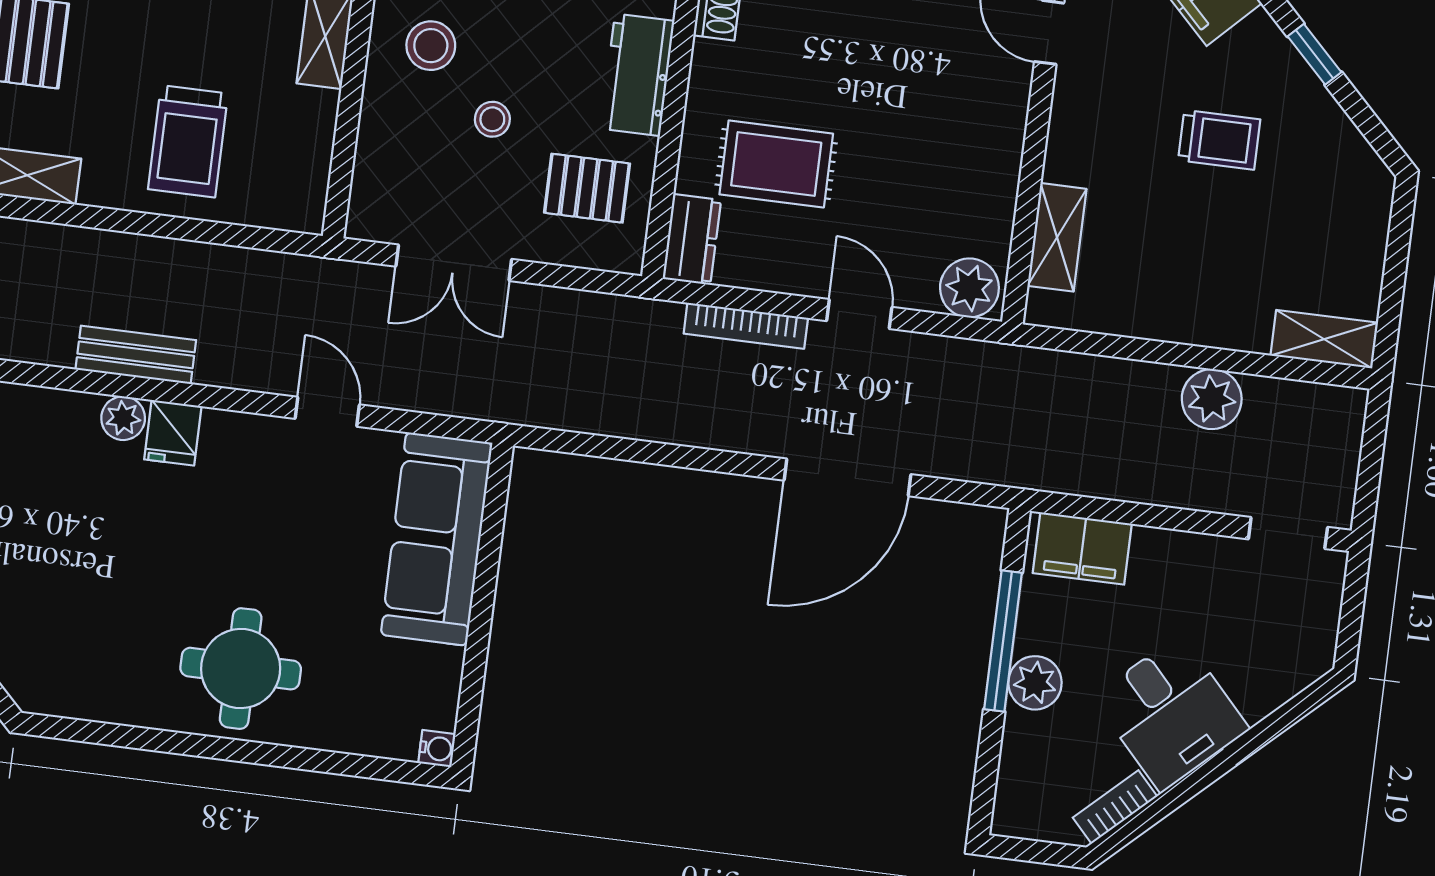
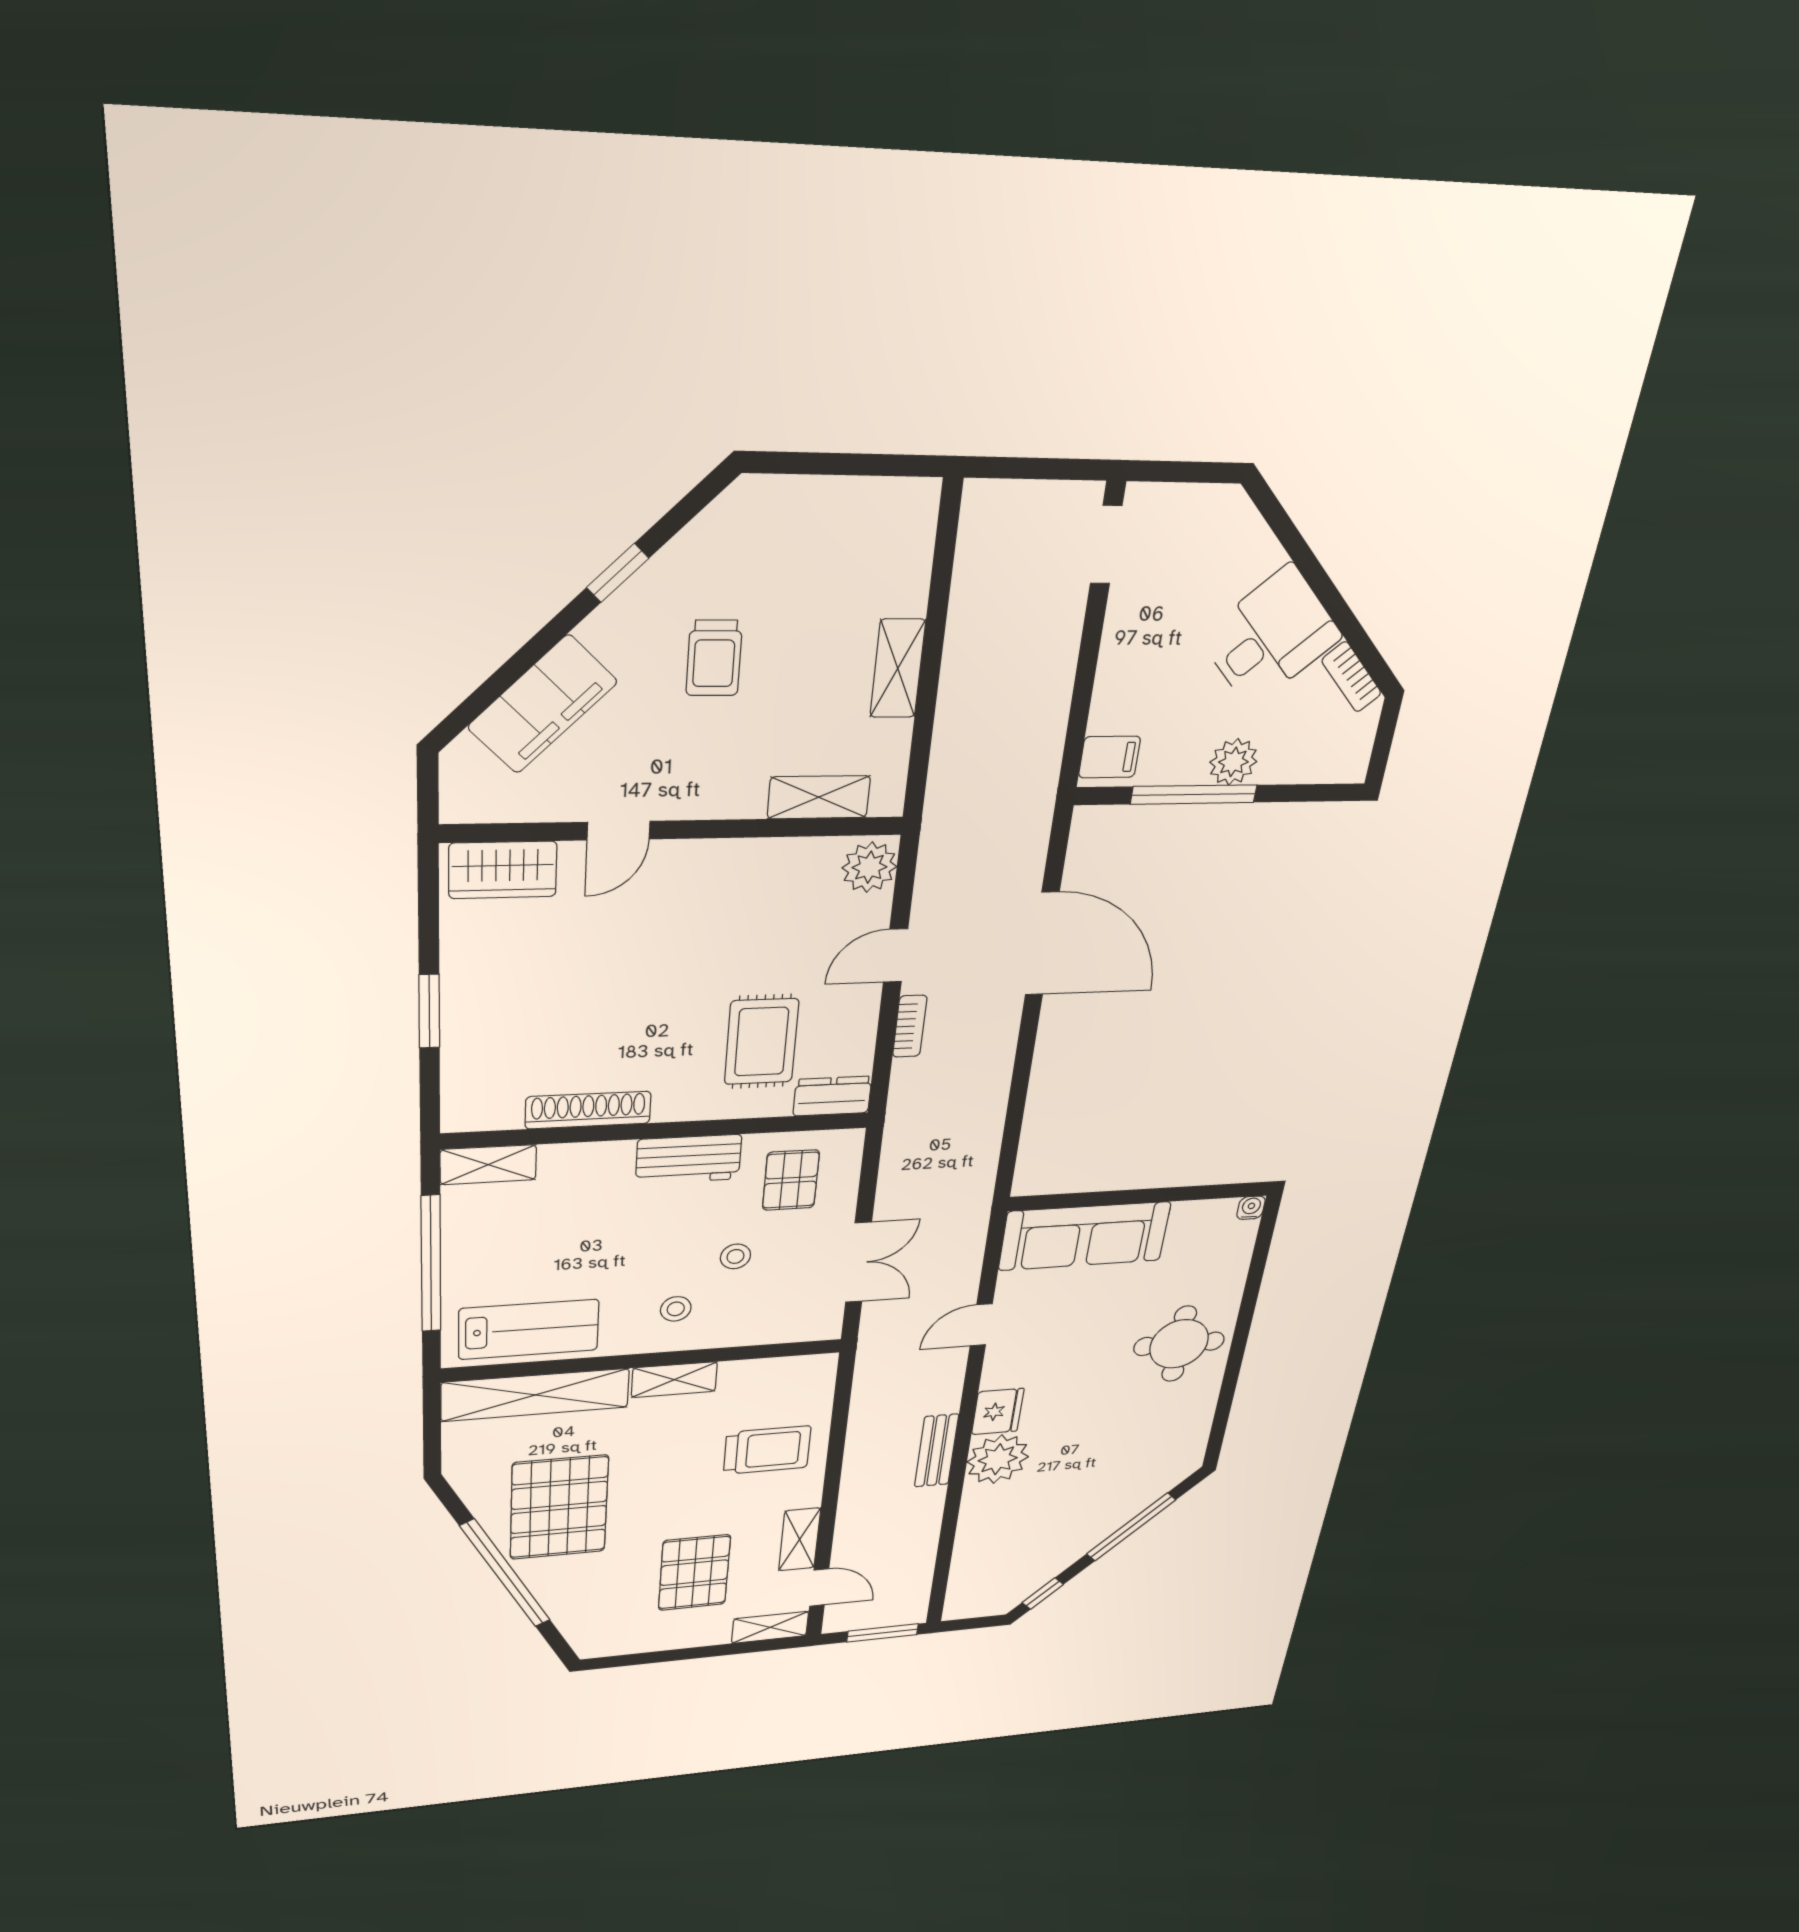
stool: (431, 46) -> (676, 1309), width x0.73, depth x0.73
trolley: (1219, 140) -> (714, 658), turned 180
bookcase: (746, 326) -> (910, 1026), width x0.64
shelving: (1324, 339) -> (898, 668), moved
plant: (1212, 399) -> (974, 634), removed
plant: (123, 418) -> (998, 1459), width x1.88, depth x1.88
fridge: (173, 433) -> (998, 1412), width x1.38
filing cabinet: (1082, 548) -> (1110, 757), width x0.50

